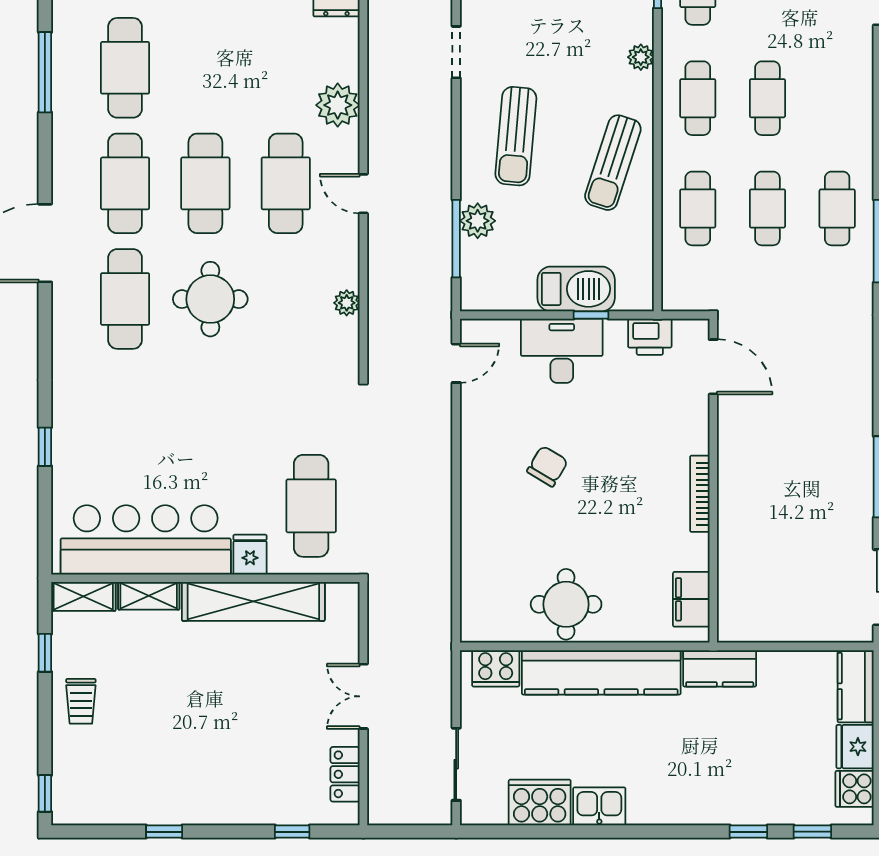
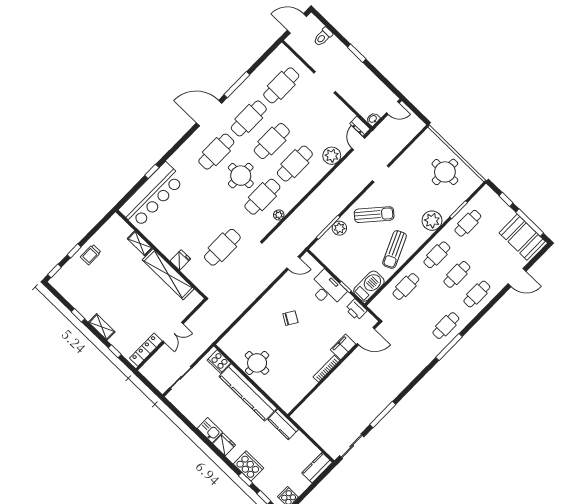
plant: (641, 57) -> (432, 221), width x1.88, depth x1.88
window: (45, 72) -> (237, 85), moved
sun lounger: (516, 136) -> (374, 215), turned -144
sun lounger: (613, 163) -> (394, 249), turned -42
door: (363, 194) -> (358, 143), moved
cafe table: (767, 208) -> (477, 294), moved
barbecue: (576, 289) -> (369, 286), moved, turned -90
cafe table: (286, 299) -> (262, 197), added
door: (713, 367) -> (366, 336), hinge flipped
cafe table: (311, 506) -> (222, 247), moved
bar counter: (146, 540) -> (152, 195), moved, turned 90
shelving: (83, 596) -> (102, 327), moved
filing cabinet: (691, 599) -> (343, 347), moved
window: (45, 653) -> (74, 251), moved
double door: (363, 696) -> (173, 332), swing flipped
fridge: (855, 747) -> (224, 444), moved, turned 90
locker: (345, 774) -> (146, 350), width x1.53
cooker: (540, 802) -> (249, 466), moved

